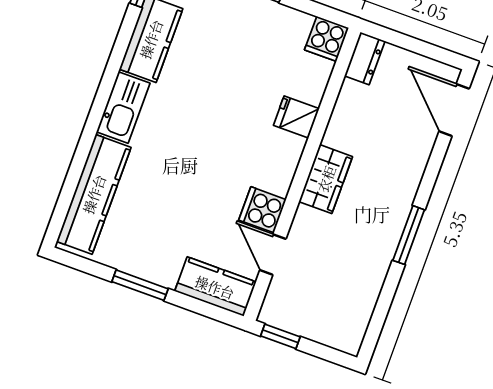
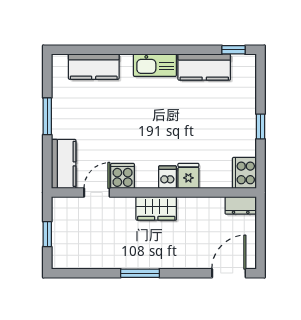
cooker: (327, 39) -> (244, 173), width x1.36
dishwasher: (287, 147) -> (167, 177), added
kitchen counter: (94, 194) -> (94, 67), width x0.67
window: (280, 336) -> (47, 234), moved

